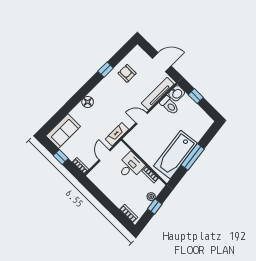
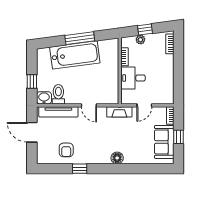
sofa: (63, 131) -> (164, 142), moved, turned -90
bathtub: (176, 155) -> (75, 55), moved

